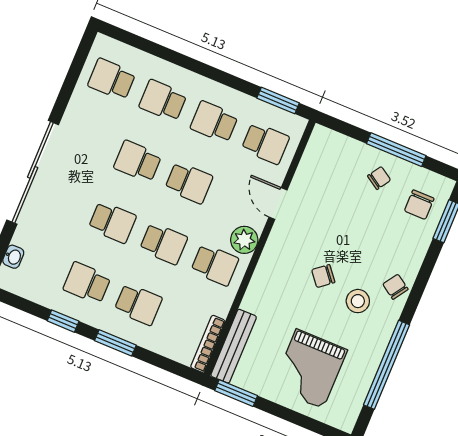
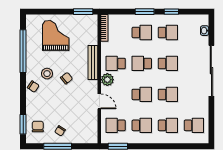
school desk: (189, 183) -> (142, 94), turned 180
school desk: (112, 222) -> (168, 63), turned 180
school desk: (138, 304) -> (142, 33), turned 180
bench: (234, 346) -> (93, 63), moved

